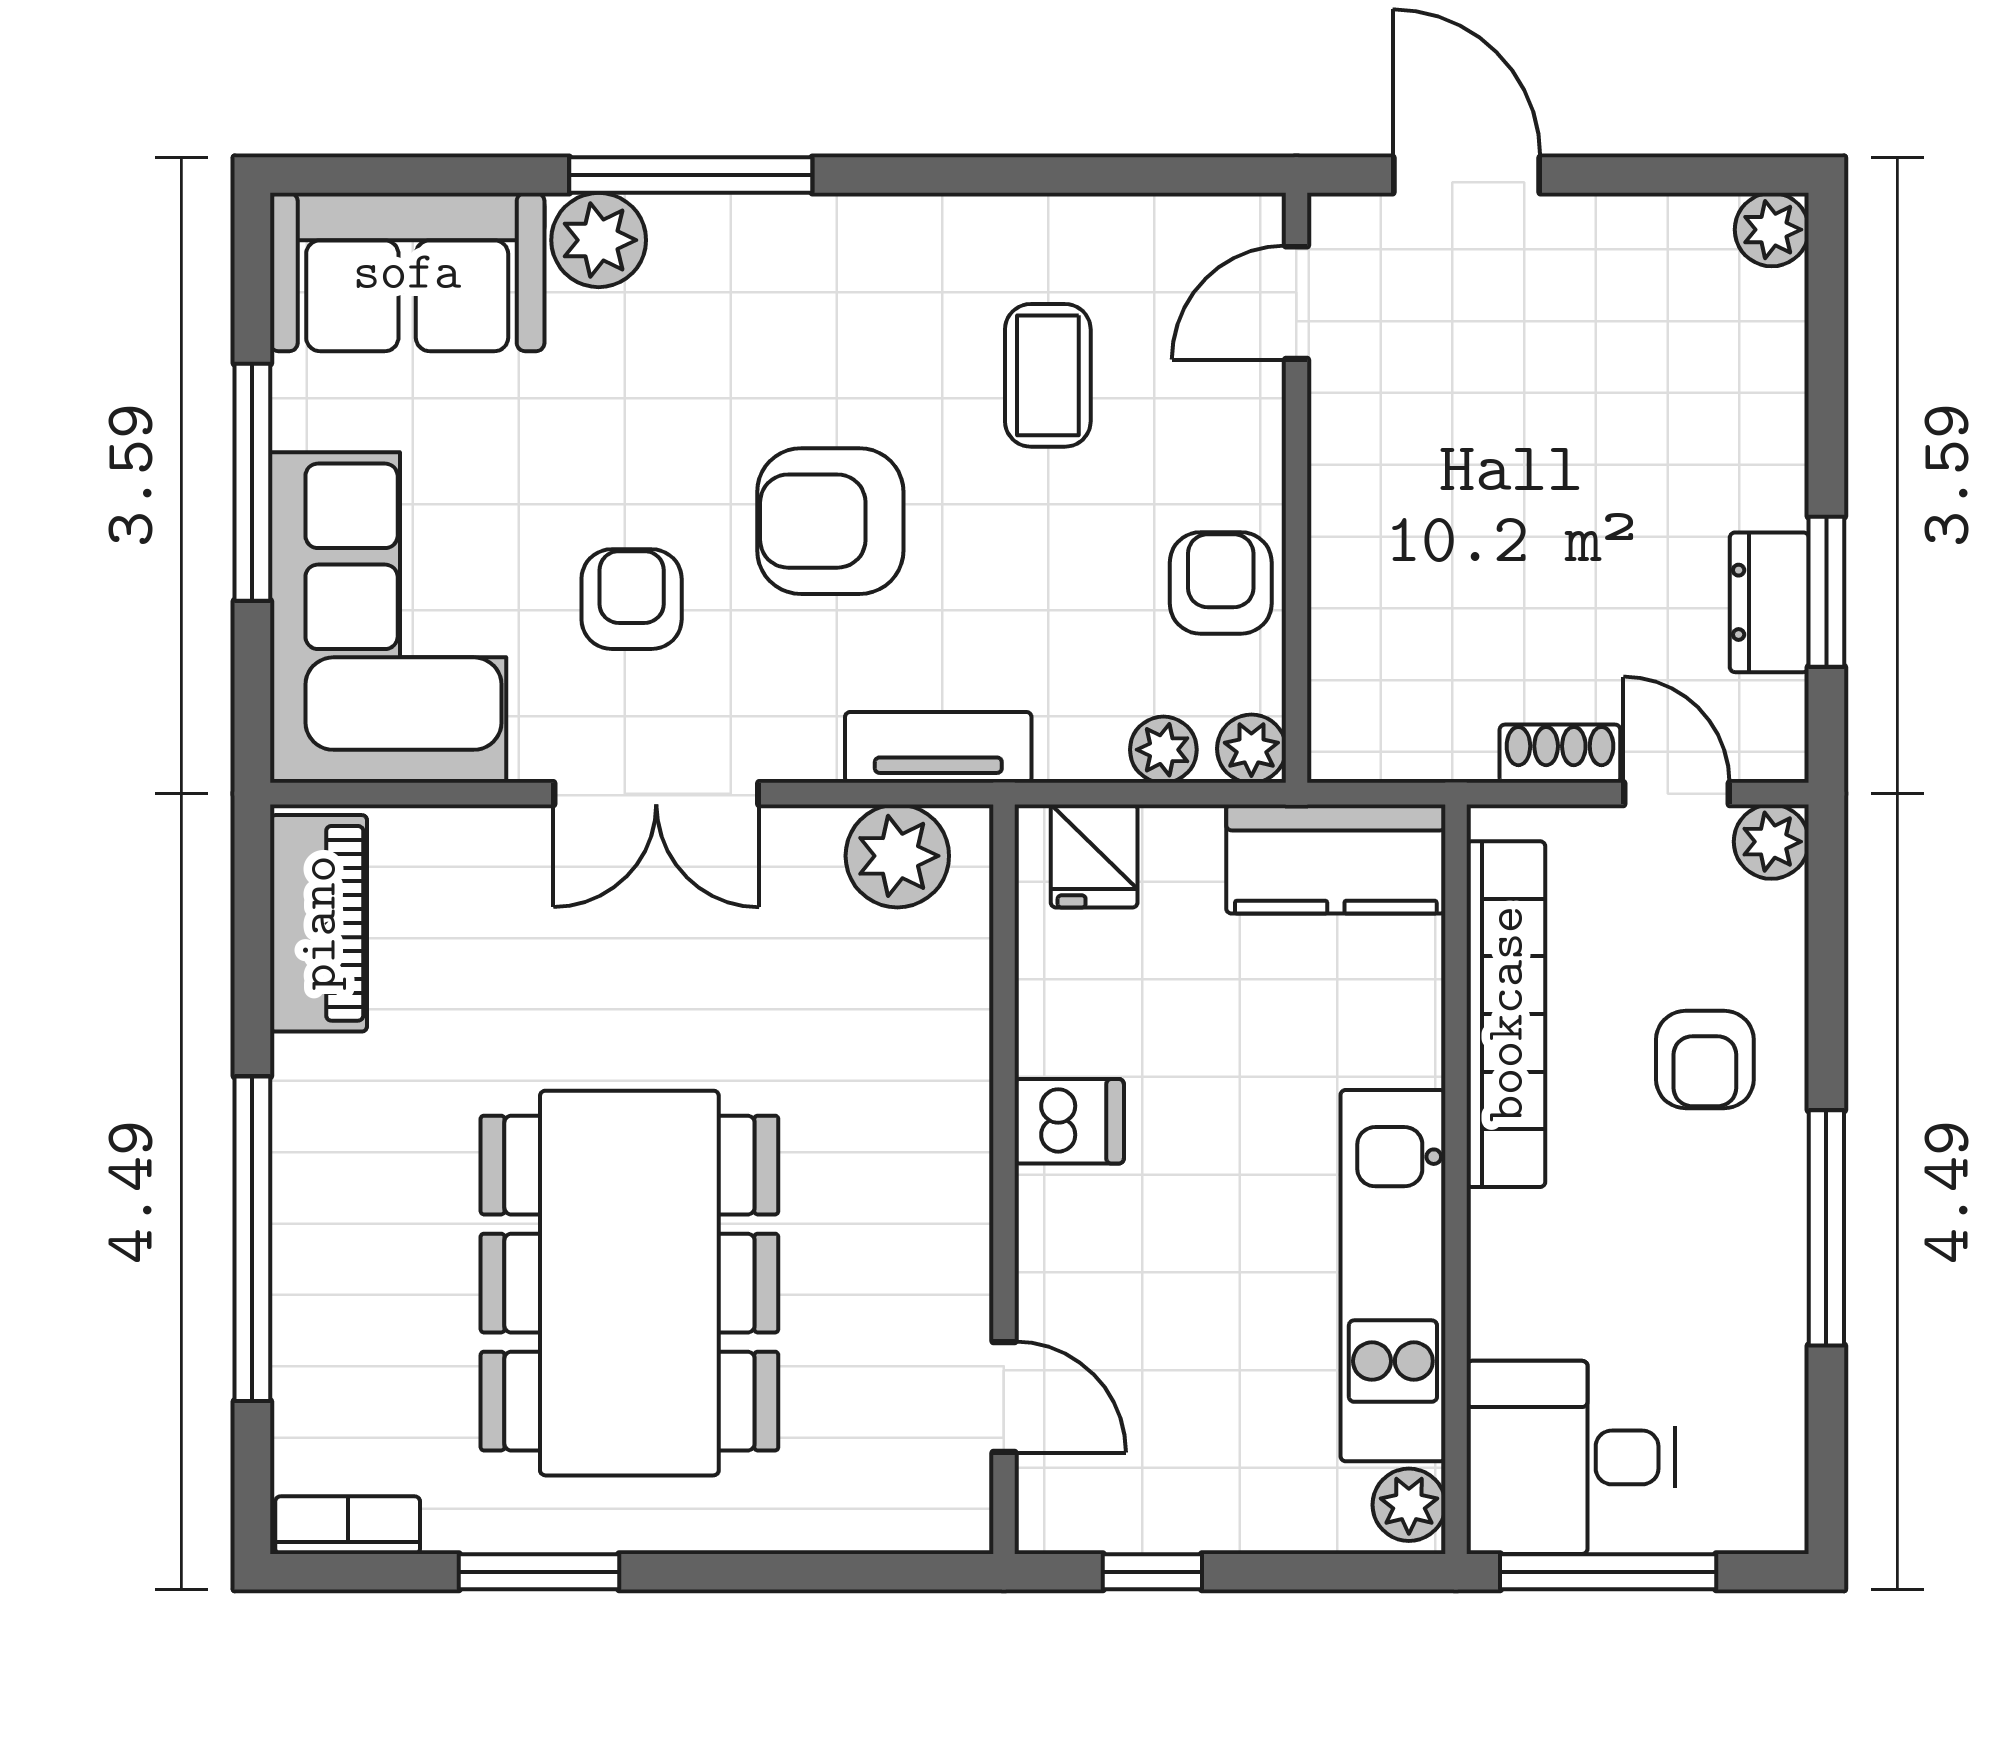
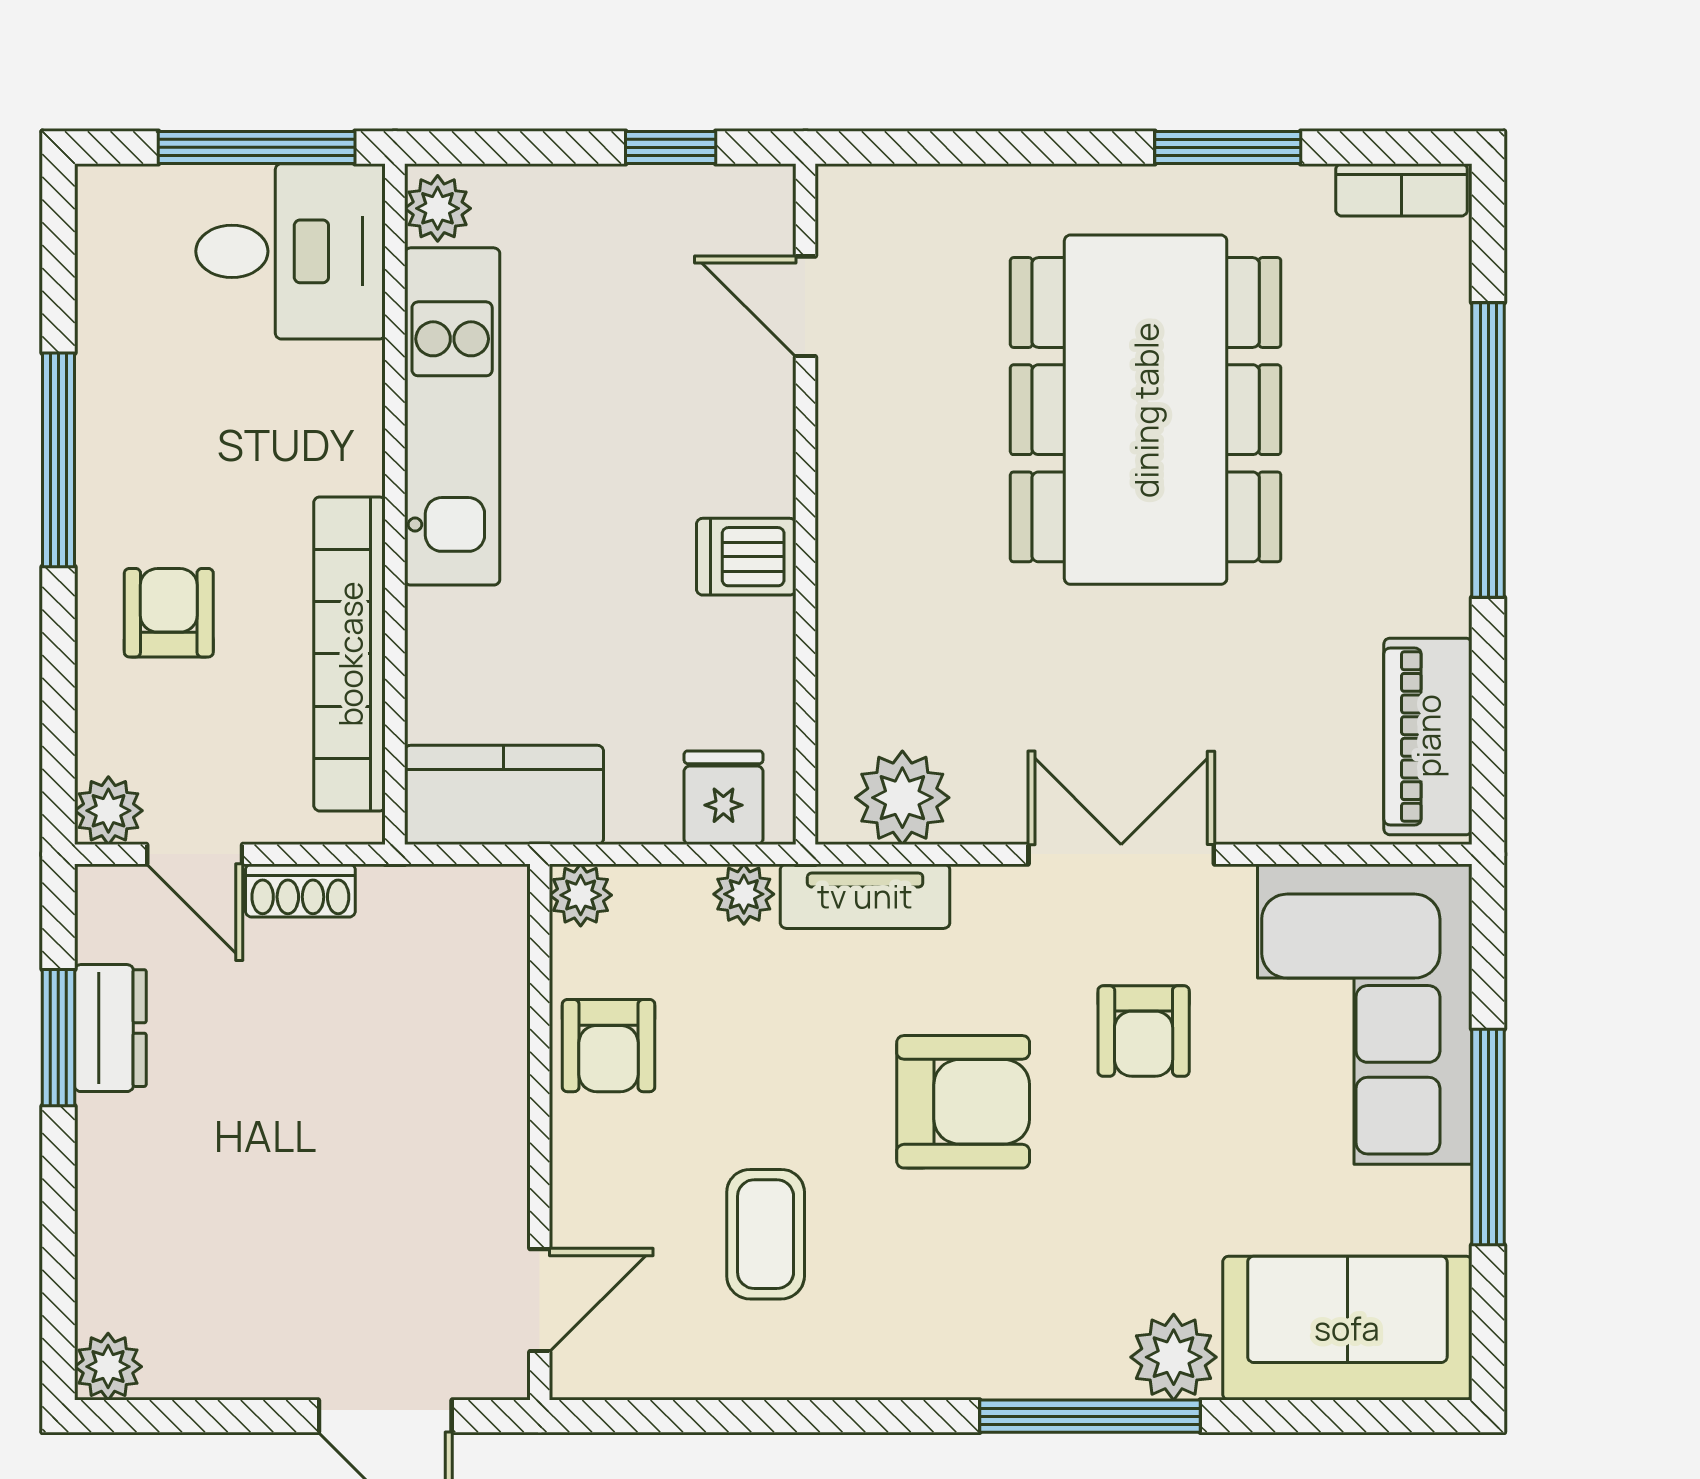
plant: (1163, 750) -> (744, 894), moved

